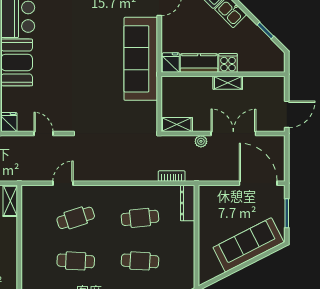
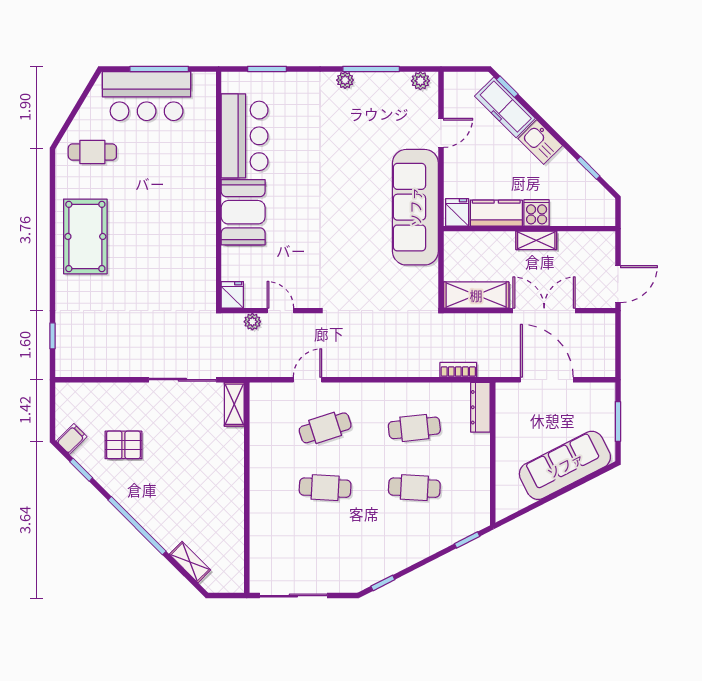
shelving: (177, 124) -> (476, 295), width x1.50, depth x1.33
plant: (201, 141) -> (252, 322), moved
door: (258, 183) -> (547, 380), moved

